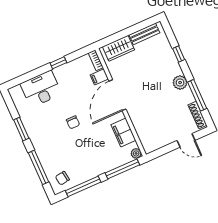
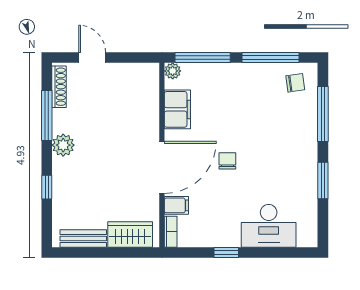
chair: (73, 122) -> (227, 161), moved

